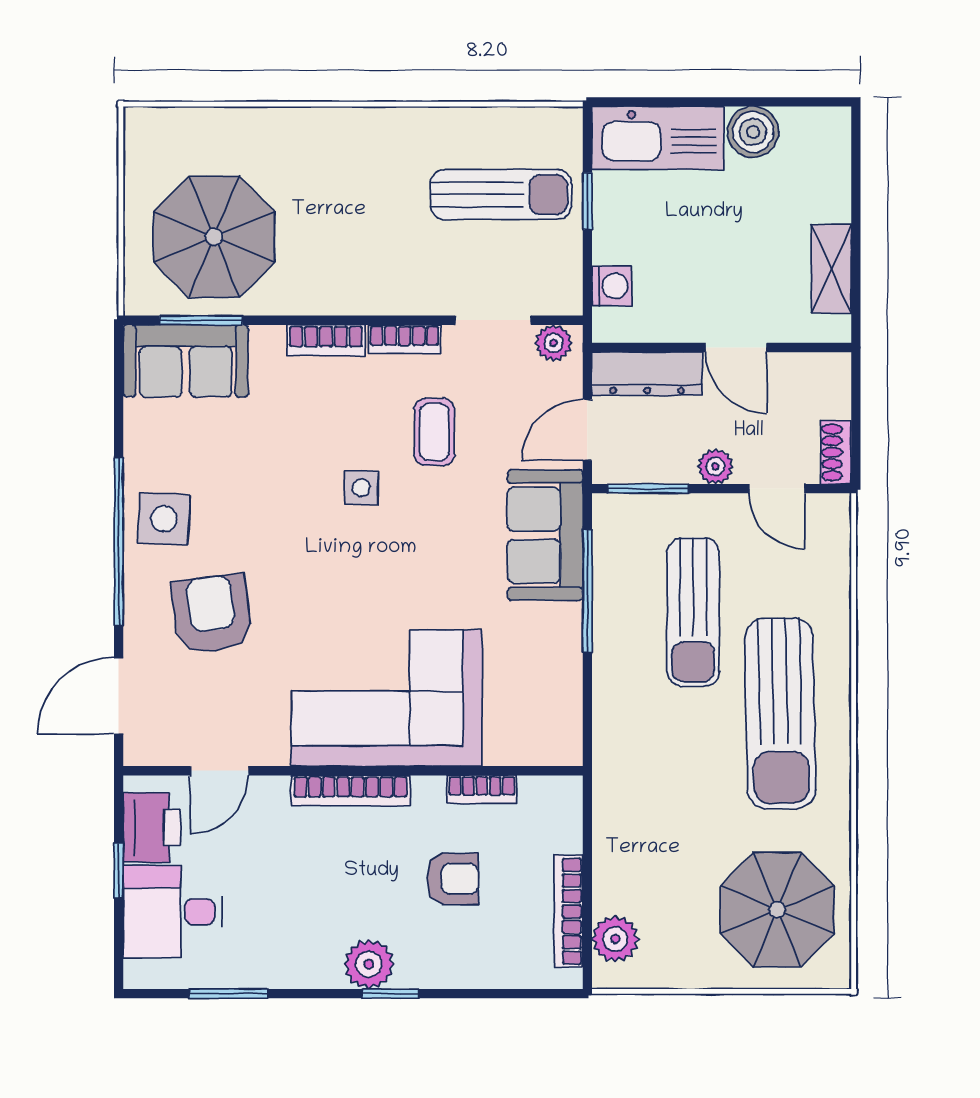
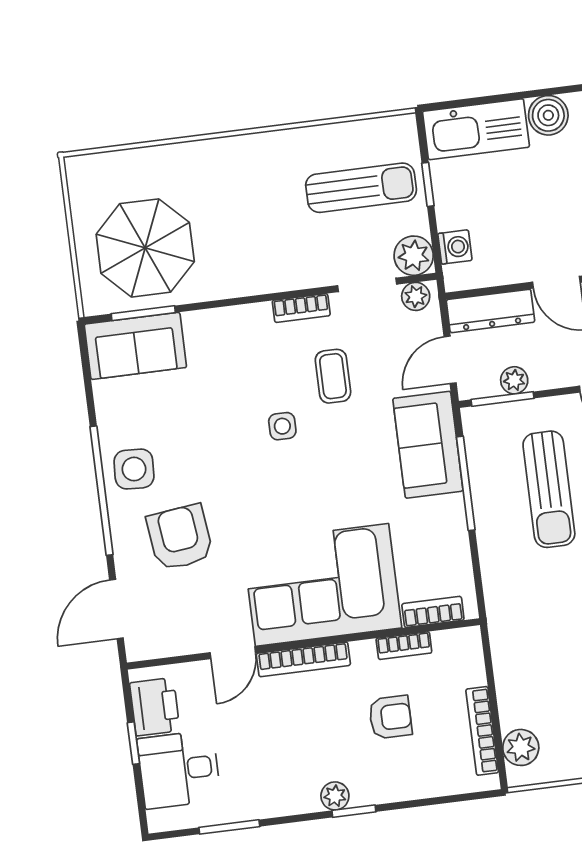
plant: (557, 290) -> (414, 256), added
bookcase: (326, 340) -> (433, 612), moved, turned 180
plant: (715, 467) -> (514, 380), moved
door: (219, 771) -> (233, 653), moved
plant: (369, 964) -> (335, 796), width x0.73, depth x0.73

